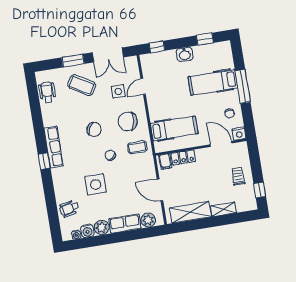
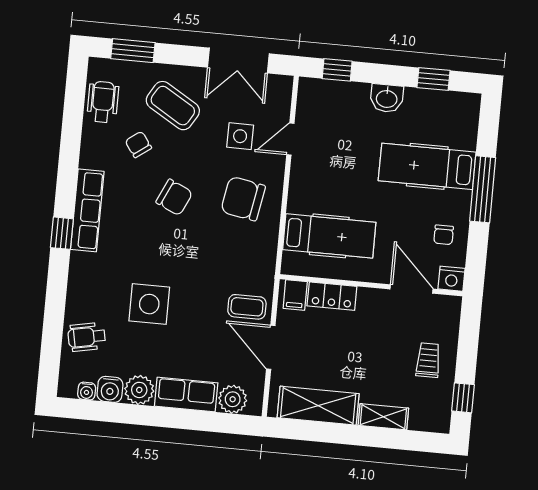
window: (73, 61) -> (133, 51), moved
coffee table: (137, 147) -> (247, 307), moved
chair: (110, 155) -> (138, 144), moved

